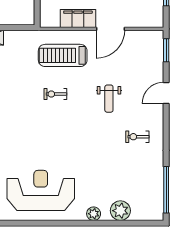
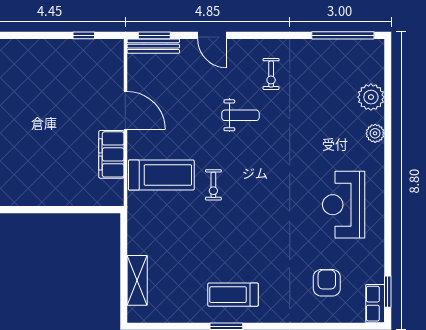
bench: (158, 50) -> (153, 46), added
treadmill: (63, 55) -> (161, 175), turned -90
weight bench: (109, 99) -> (240, 115), moved
reception desk: (41, 190) -> (344, 205), width x0.74, depth x0.77

